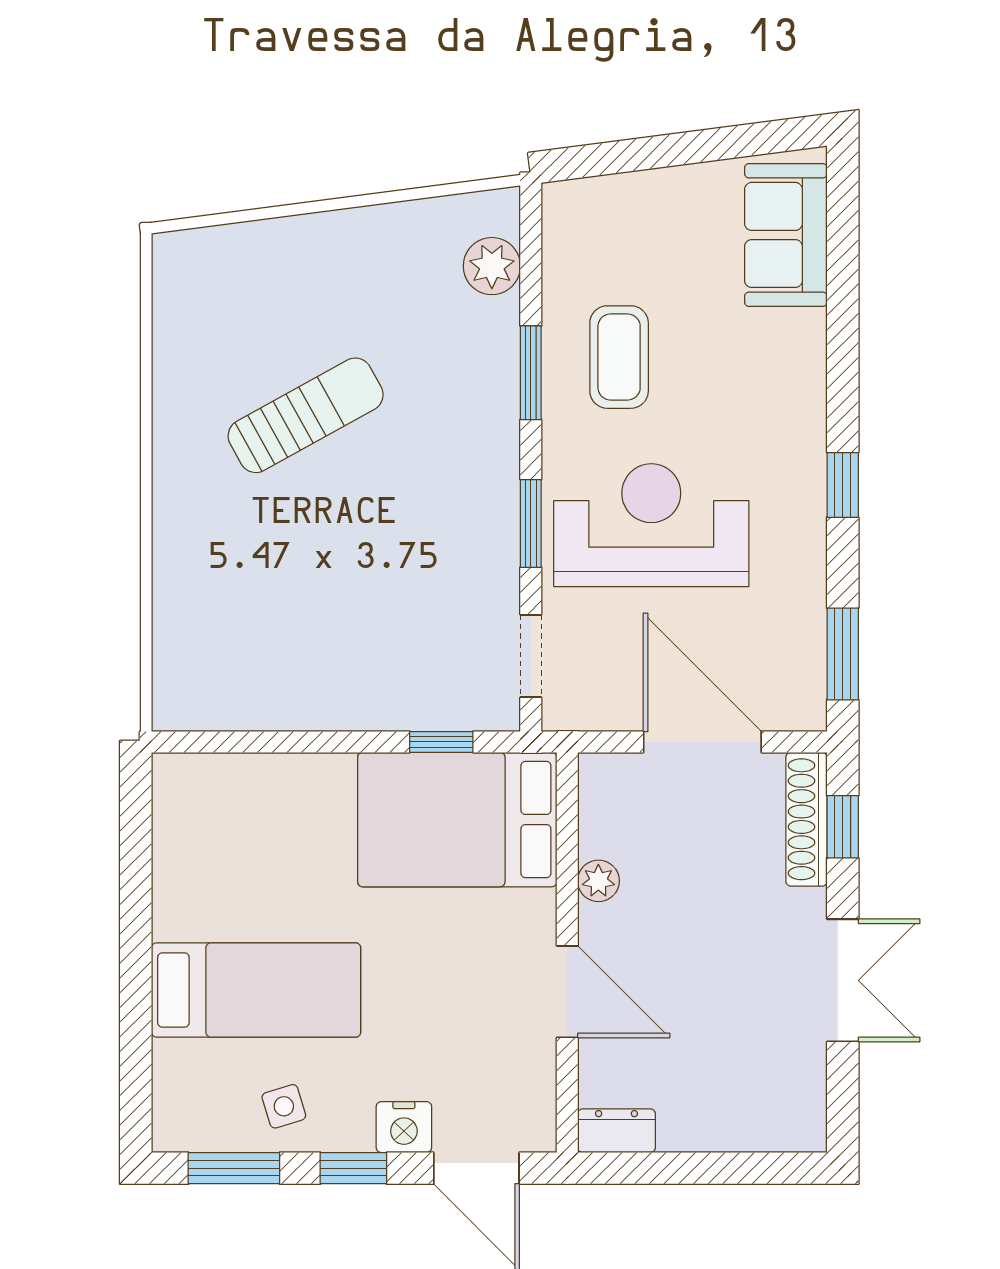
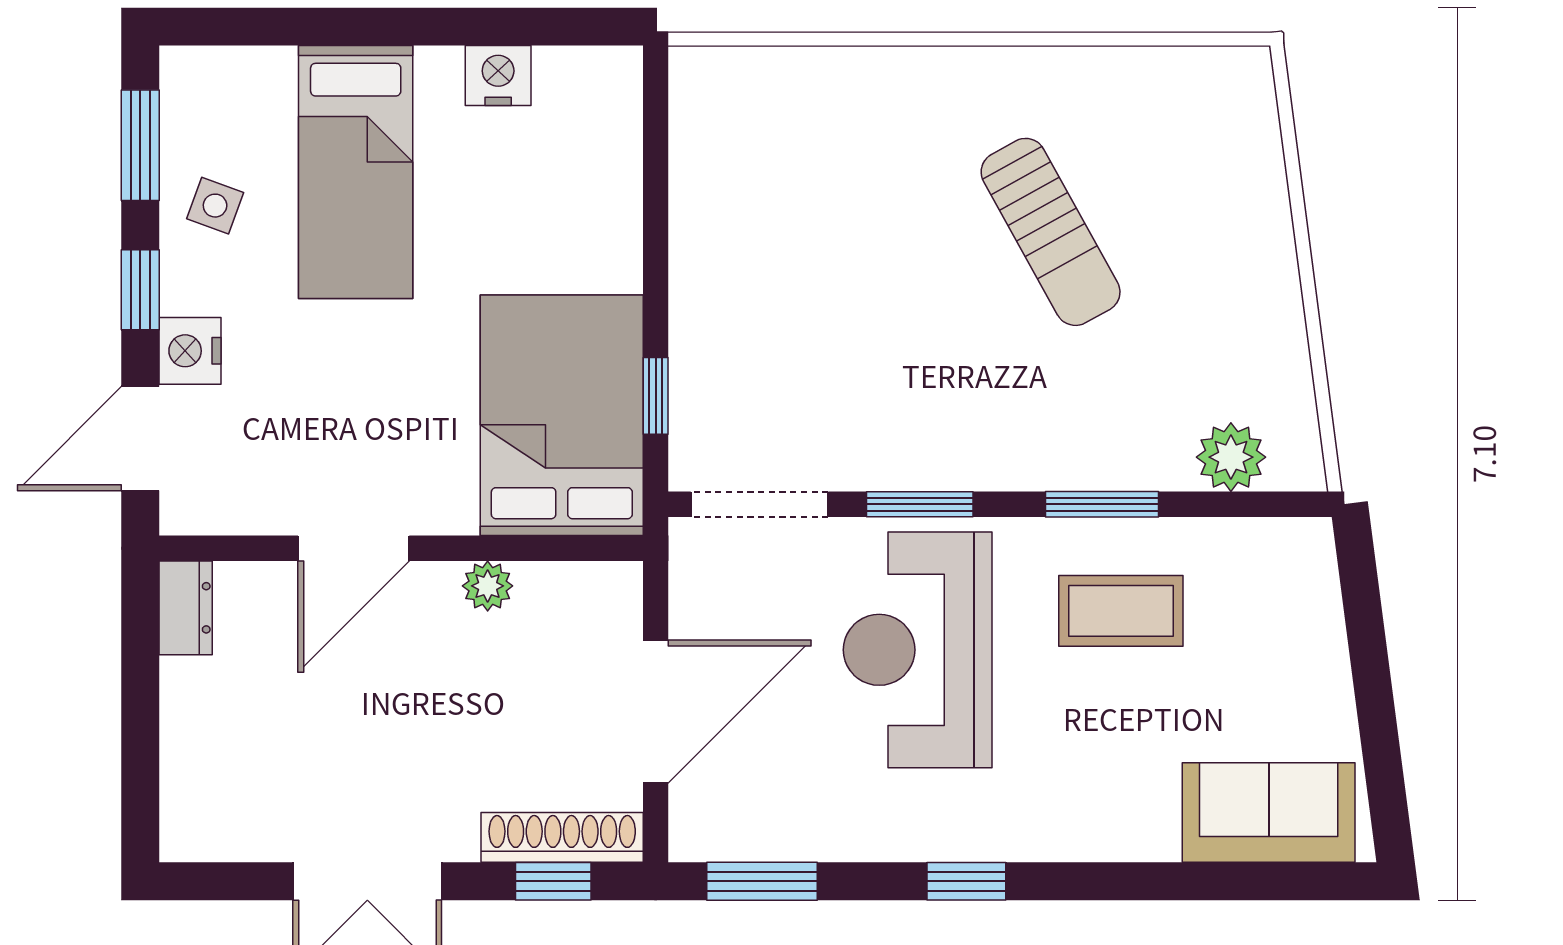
reception desk: (651, 525) -> (918, 650), turned 180
doorway: (531, 656) -> (760, 504), width x1.38
nightstand: (176, 872) -> (498, 76), added
side table: (284, 1106) -> (215, 206), turned 37

